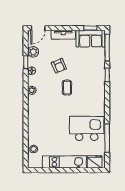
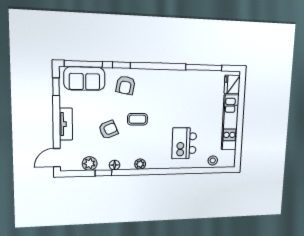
door: (38, 28) -> (57, 158), swing flipped
sofa: (91, 39) -> (84, 79), moved, turned 90
armchair: (92, 78) -> (126, 85), added
kitchen island: (87, 128) -> (184, 143), moved, width x0.73, depth x0.78

